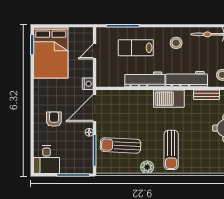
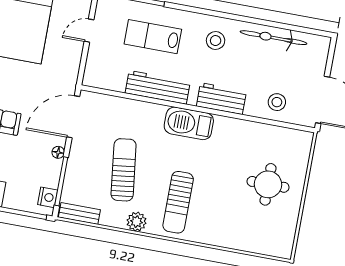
workbench: (187, 79) -> (221, 99), width x0.73
nightstand: (88, 84) -> (48, 197), moved
bench: (207, 95) -> (79, 213), moved
sun lounger: (121, 145) -> (124, 170), moved, turned 80

